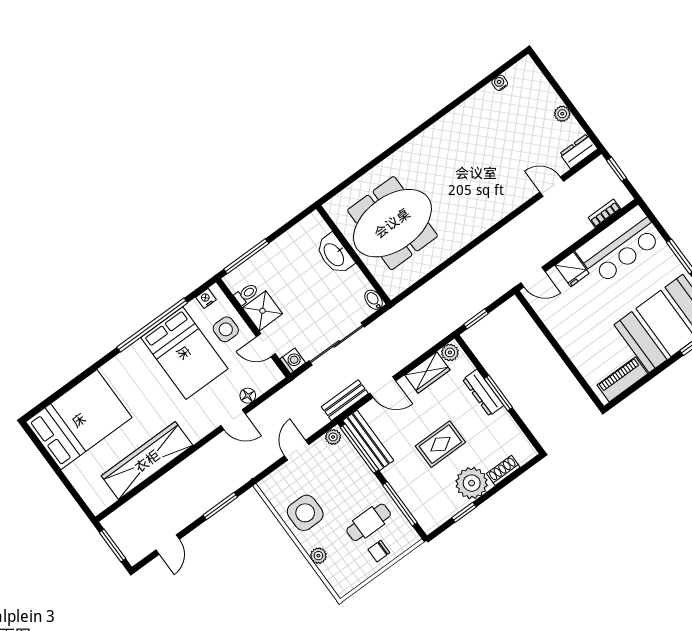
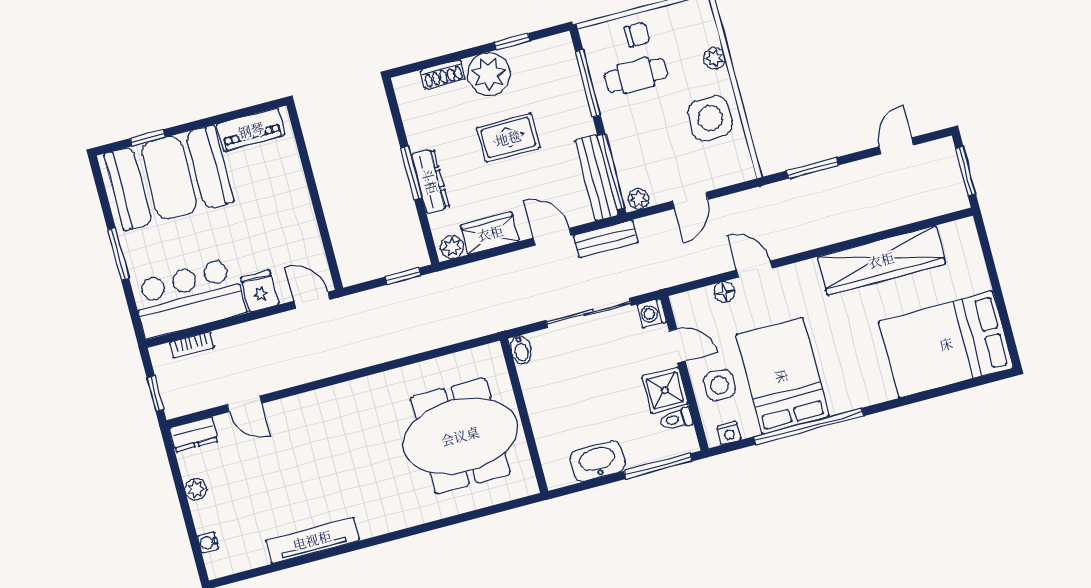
water cooler: (500, 83) -> (208, 542), moved, turned 90
tv unit: (467, 110) -> (312, 540), added
washbasin: (334, 254) -> (598, 461), moved, turned -90

